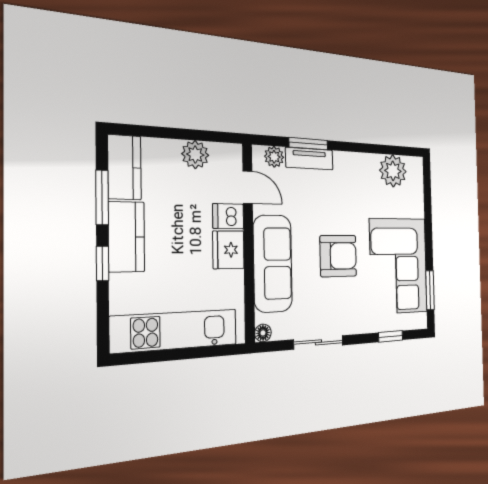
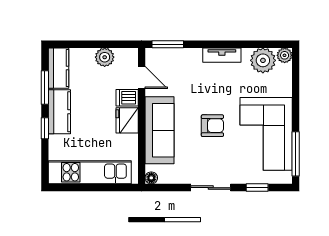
window: (308, 144) -> (168, 44), moved
plant: (274, 157) -> (285, 55), moved
tv unit: (309, 159) -> (222, 55), moved
armchair: (338, 256) -> (212, 126), width x0.72, depth x0.72
window: (430, 290) -> (296, 154), width x1.44
sliding door: (318, 342) -> (211, 188), moved

